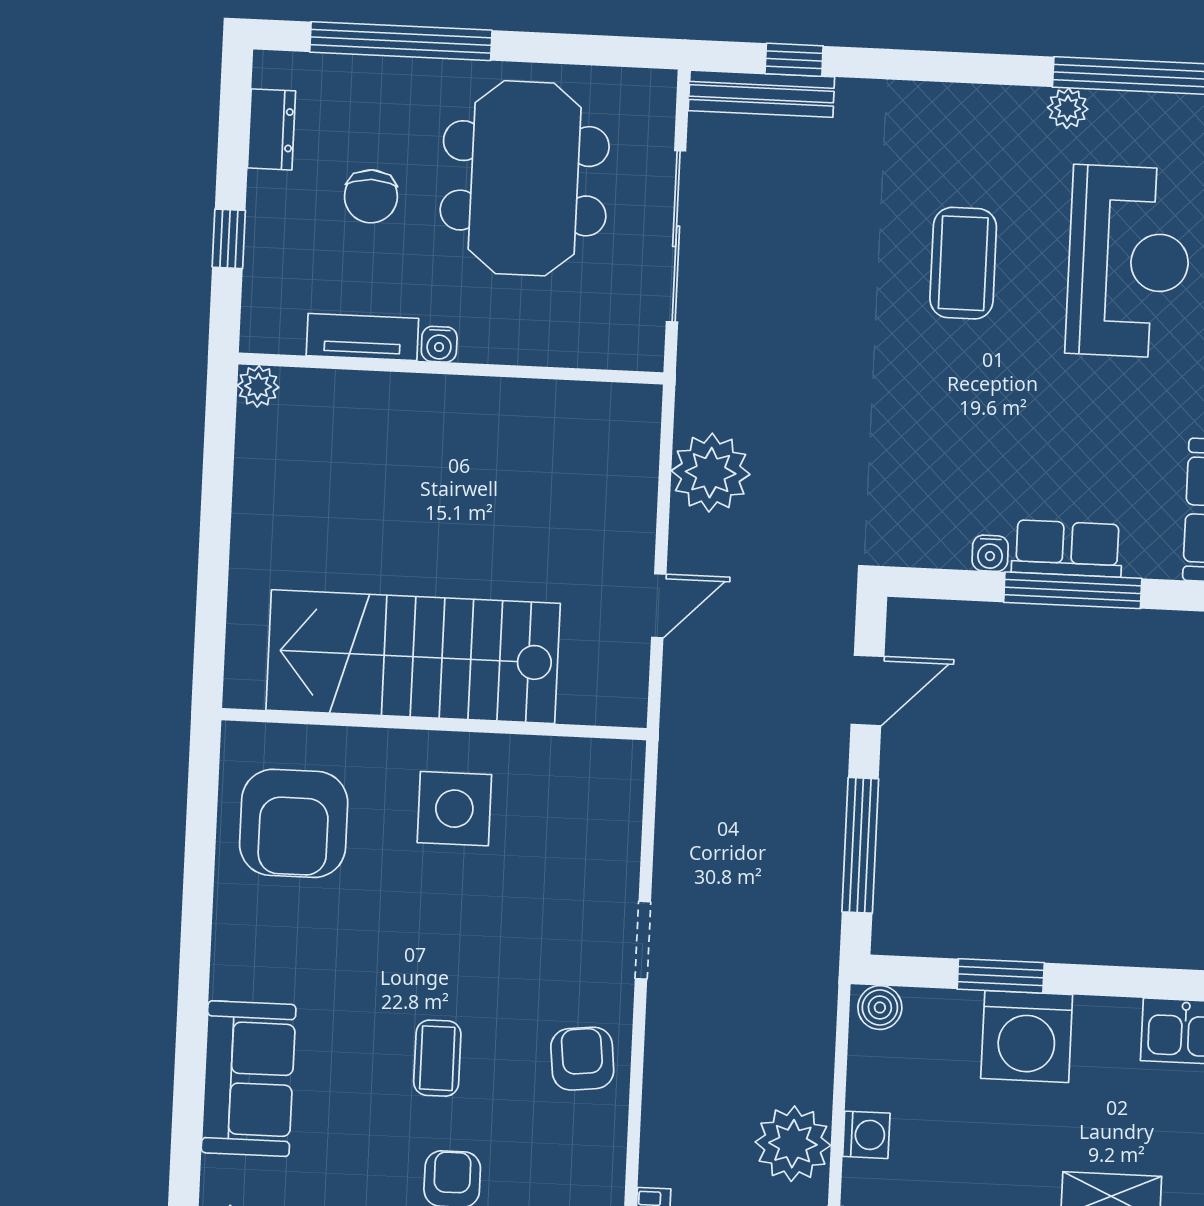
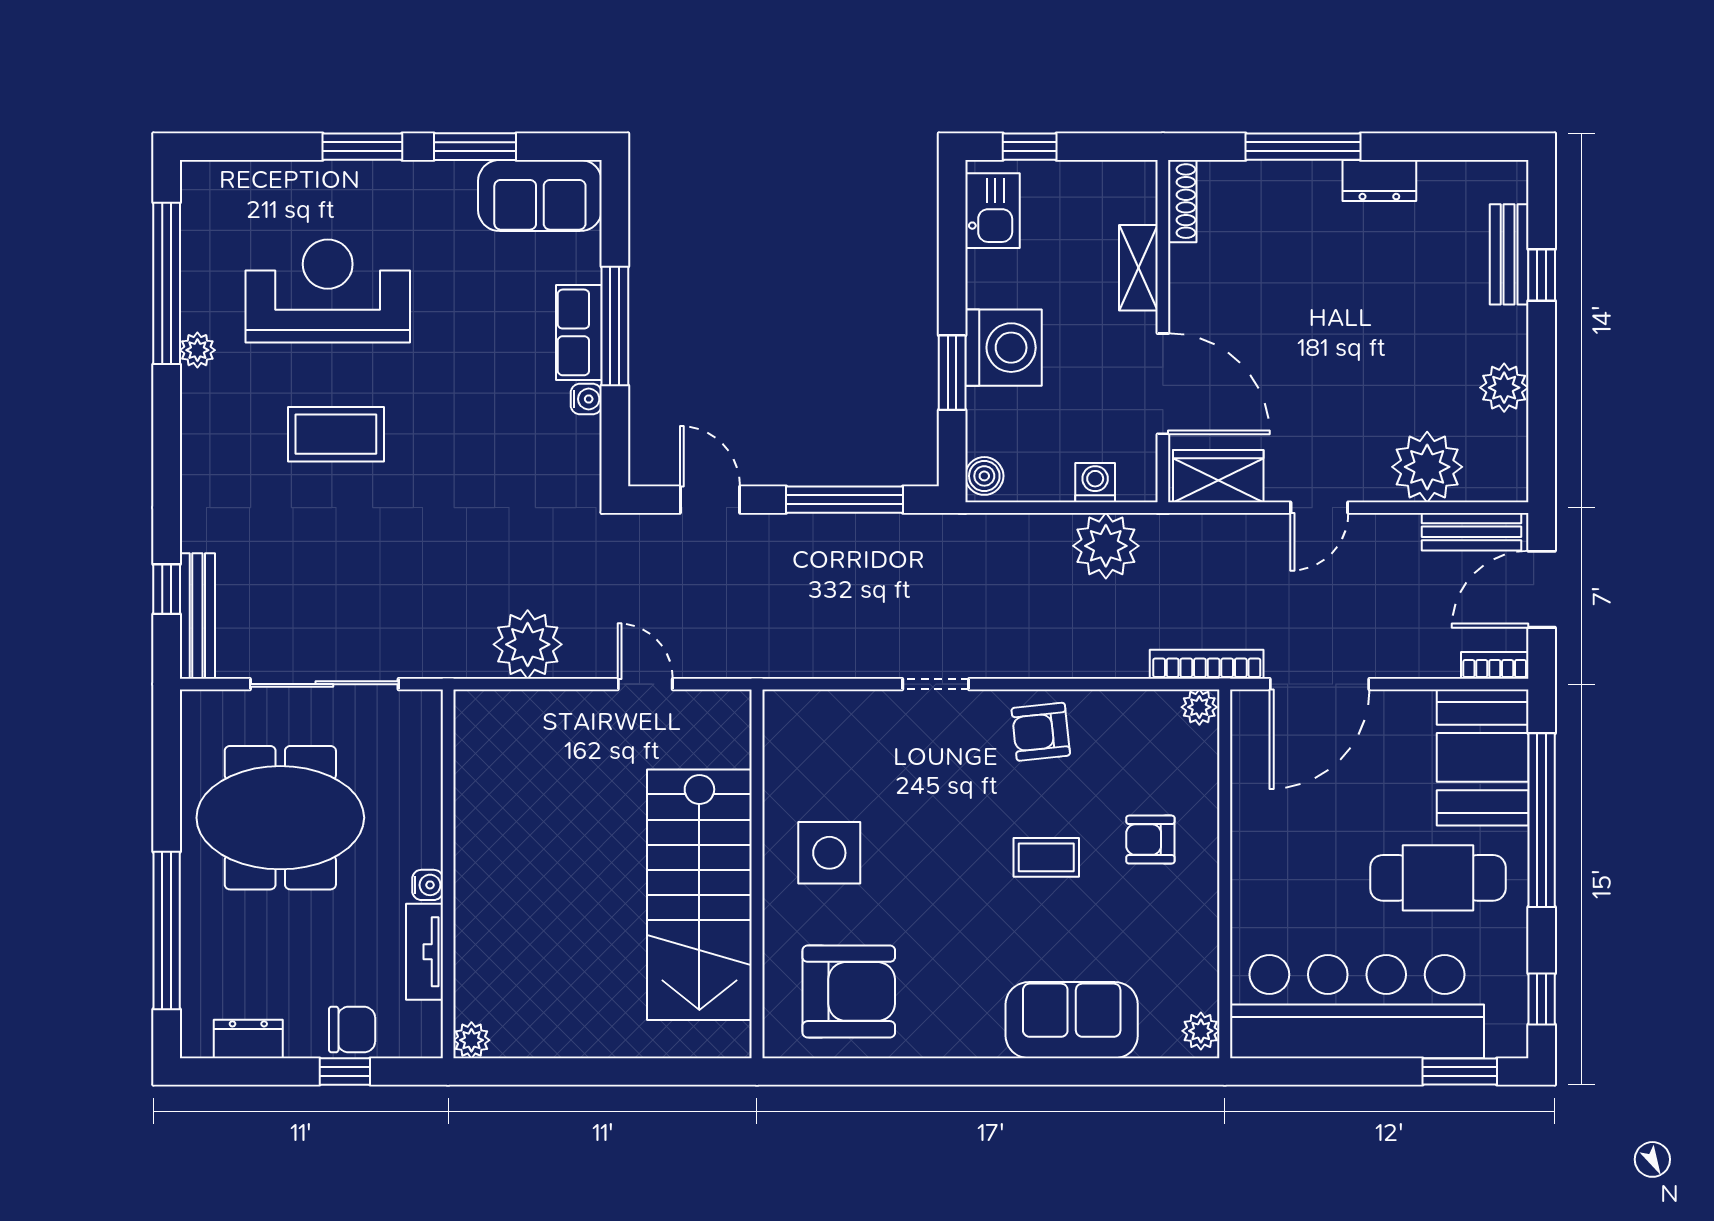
chair: (371, 196) -> (352, 1030), moved

